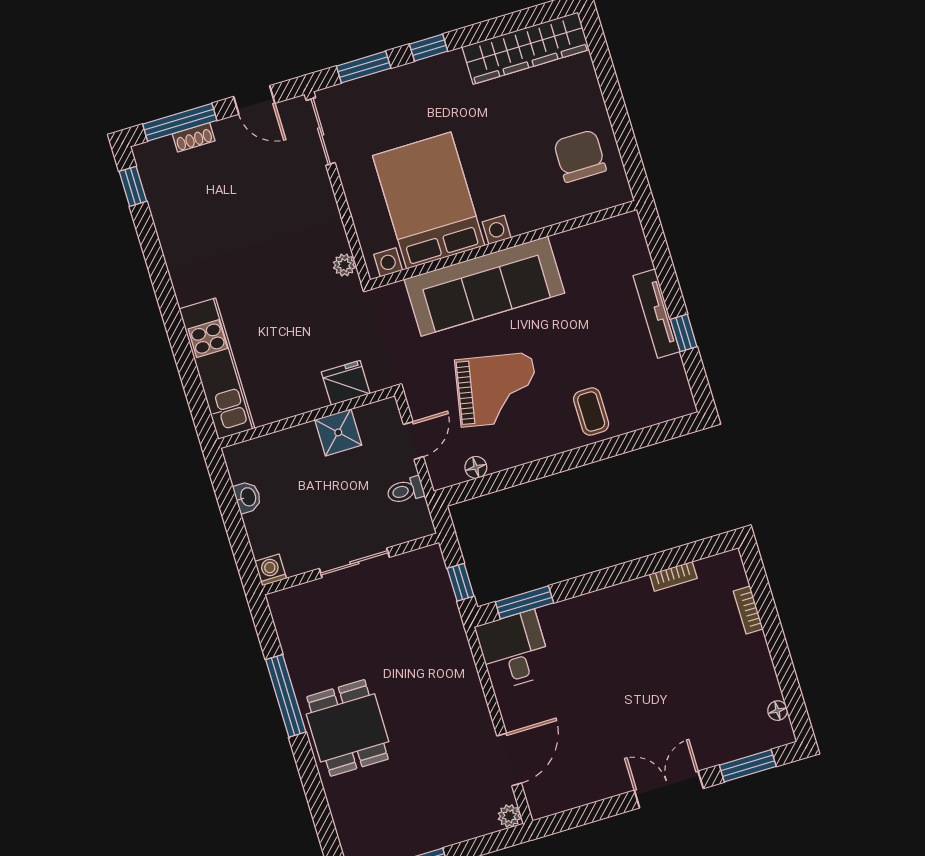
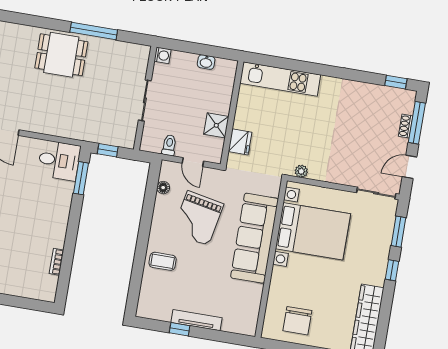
chair: (580, 156) -> (297, 321), turned 90
bookcase: (748, 610) -> (20, 292), removed

